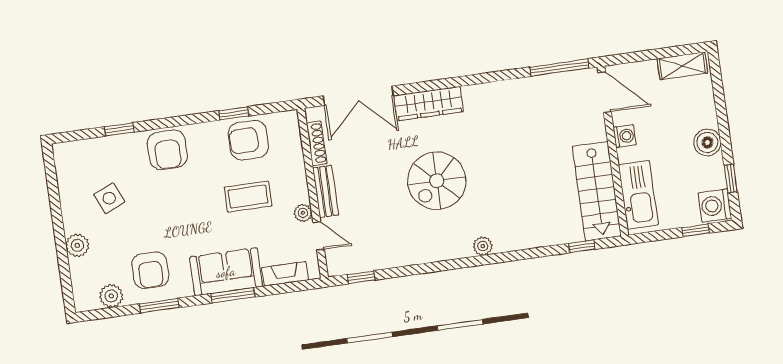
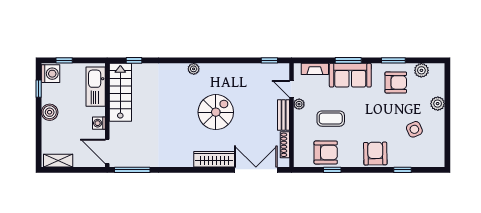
armchair: (150, 270) -> (396, 82), turned 90

